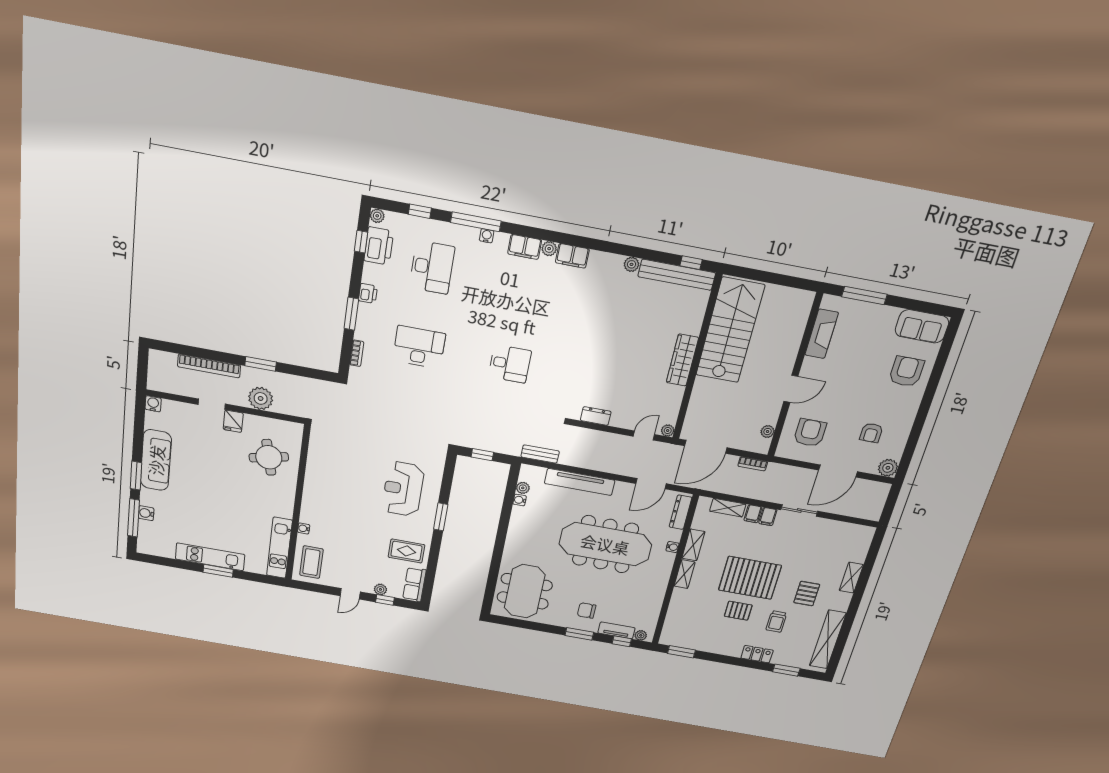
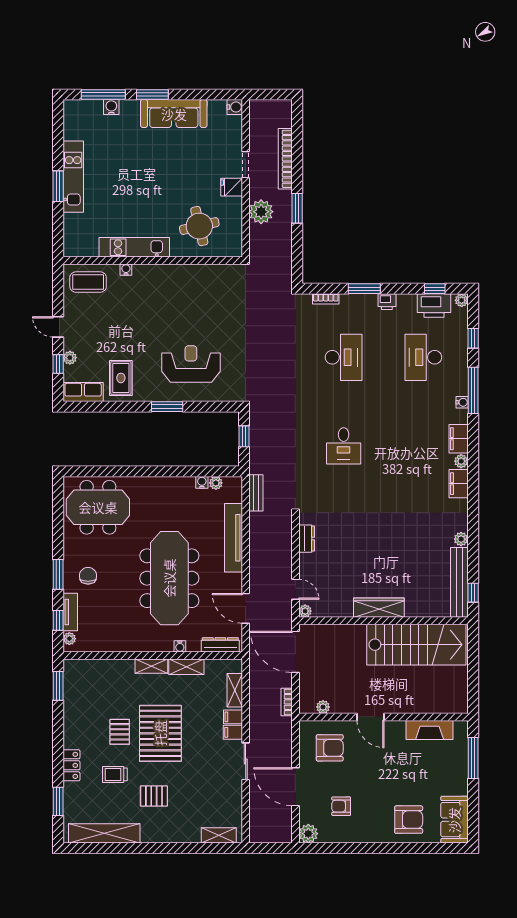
desk: (432, 267) -> (423, 357), turned 90
kitchen unit: (279, 548) -> (134, 247), moved
shelving: (851, 578) -> (219, 835), moved

